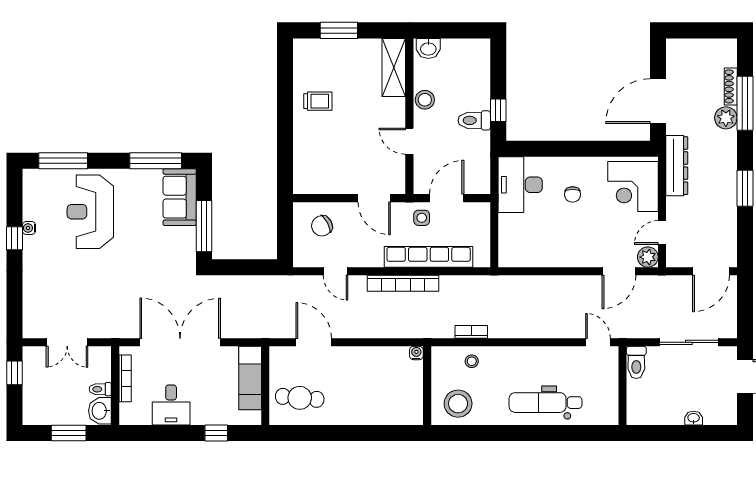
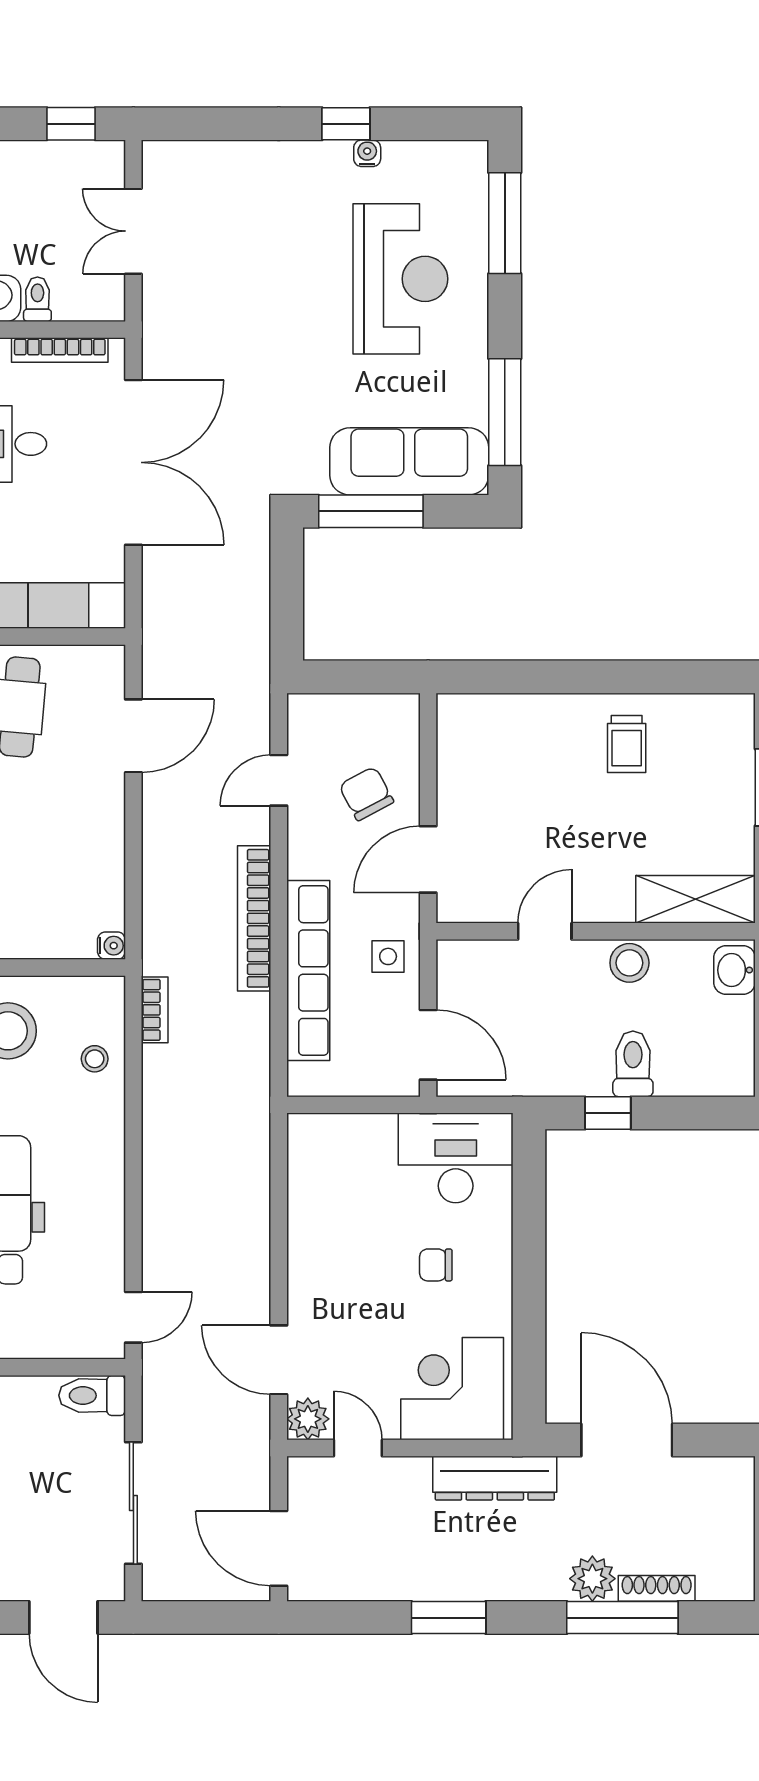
toilet: (474, 120) -> (633, 1064), moved
sofa: (180, 197) -> (409, 461), width x1.36
door: (447, 198) -> (428, 1045), moved
reception desk: (90, 212) -> (400, 279), turned 90
chair: (322, 226) -> (366, 794), moved
bookcase: (471, 332) -> (155, 1010), moved

